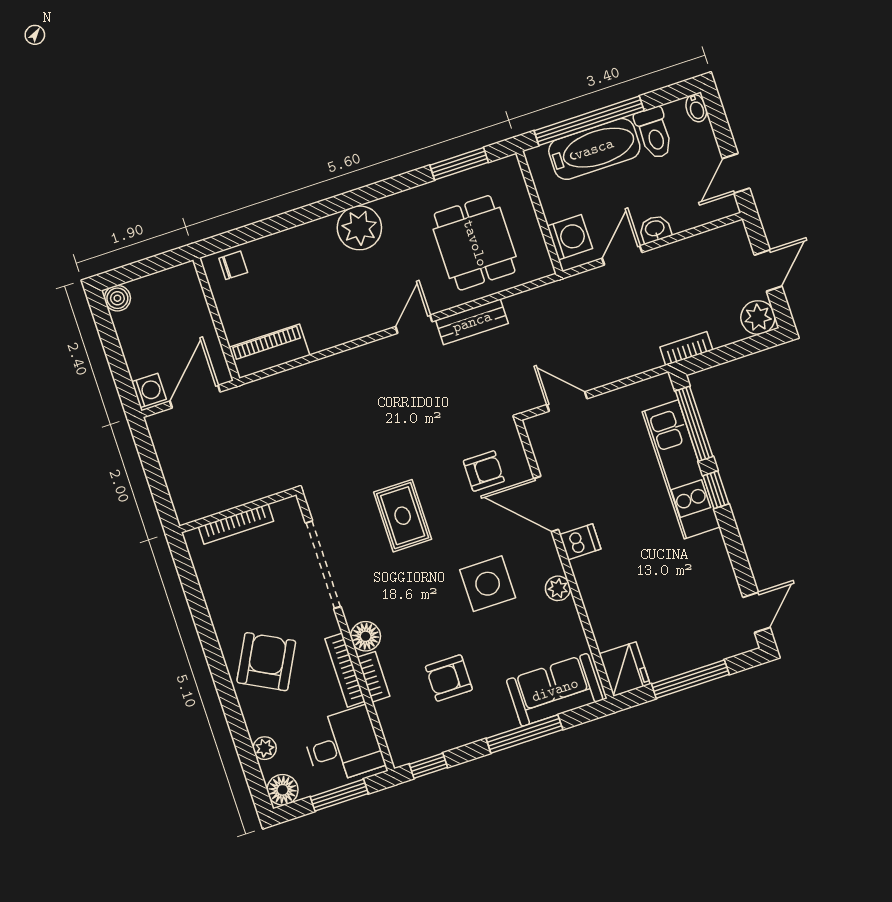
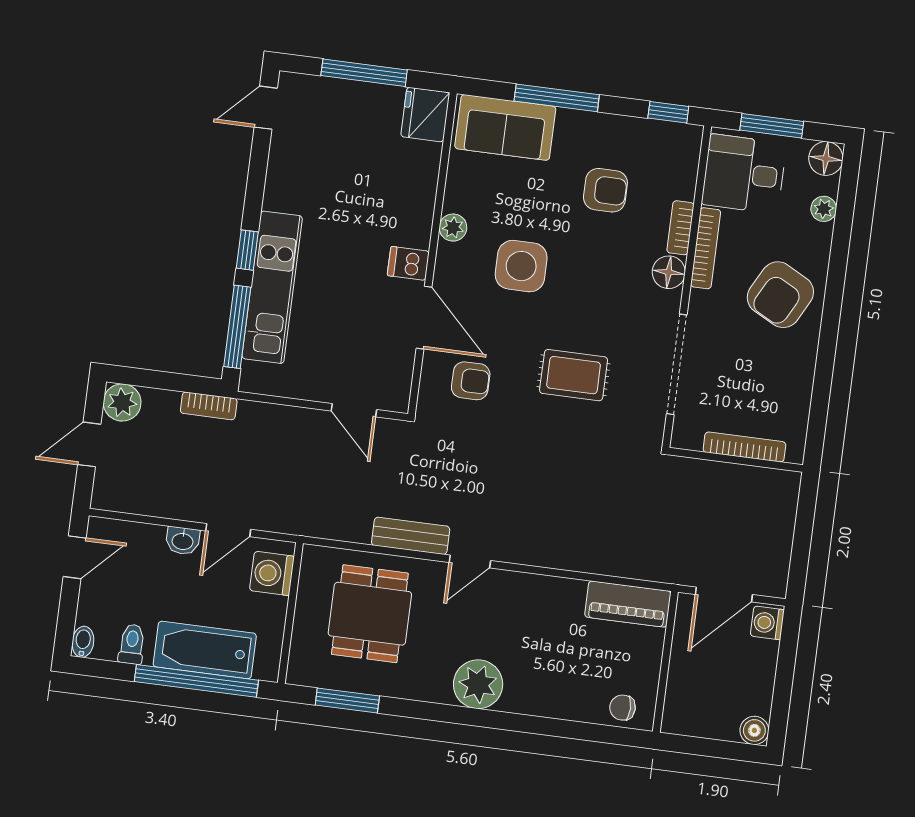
toilet: (654, 133) -> (132, 644), width x0.73, depth x0.72
armchair: (484, 471) -> (471, 381), turned 180
rug: (403, 516) -> (574, 375), turned 90

